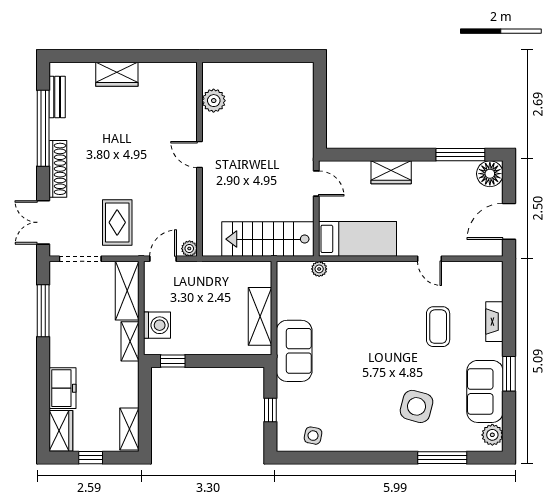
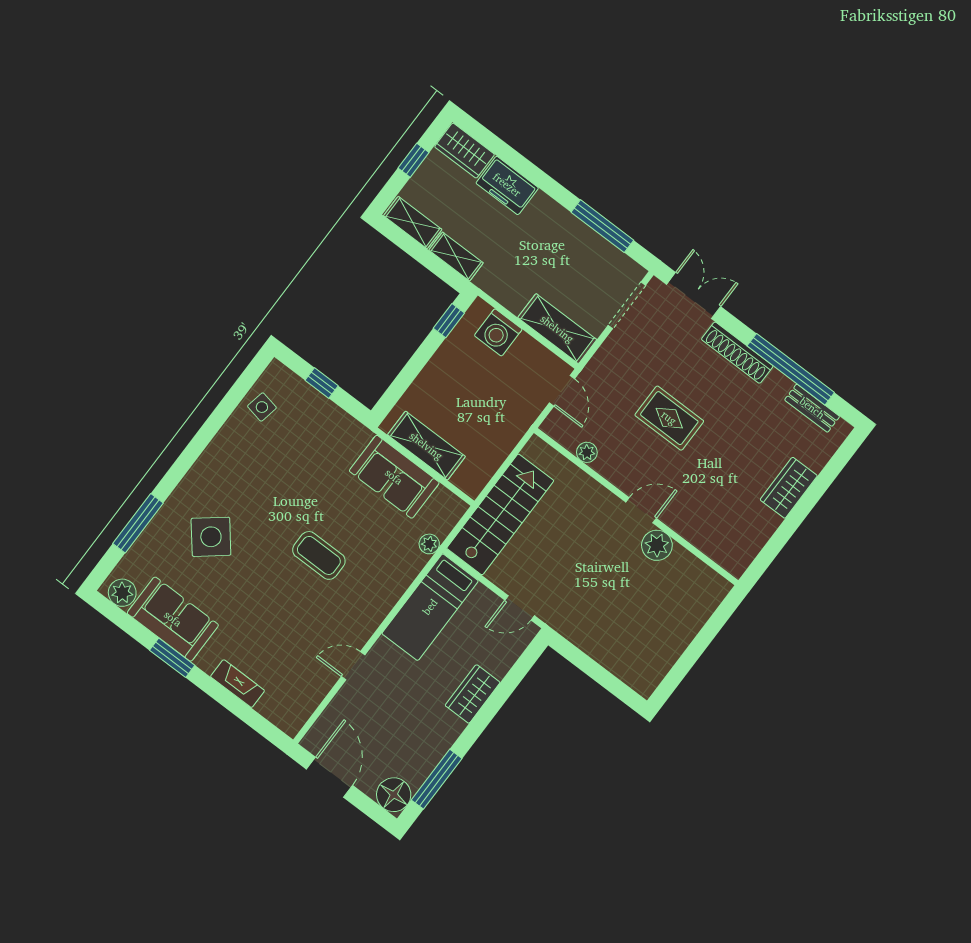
plant: (214, 101) -> (657, 545), moved
rug: (117, 222) -> (669, 418), moved
plant: (189, 249) -> (587, 452), moved
coffee table: (438, 327) -> (319, 555), moved
shelving: (130, 341) -> (456, 256), moved
sofa: (294, 351) -> (394, 477), moved
side table: (417, 406) -> (211, 537), turned 36

